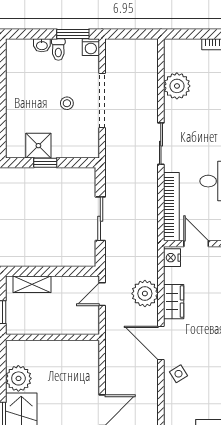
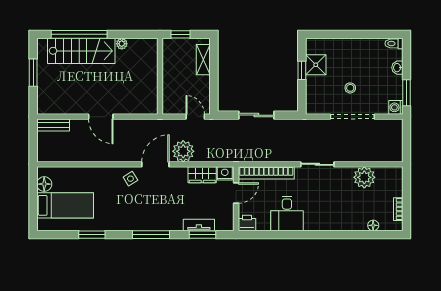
toilet: (58, 49) -> (394, 44), moved
plant: (145, 294) -> (183, 151), moved
wardrobe: (174, 302) -> (202, 175), moved
plant: (18, 378) -> (122, 44), width x0.53, depth x0.53

